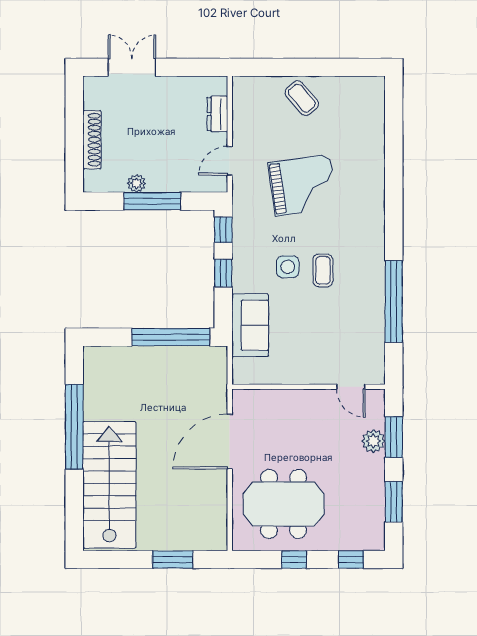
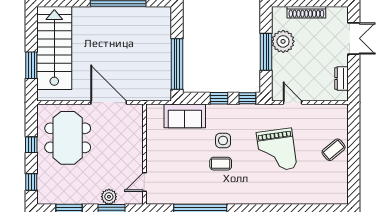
dresser: (217, 114) -> (341, 78), moved, turned -90
plant: (136, 183) -> (283, 41), width x1.88, depth x1.88
stairs: (109, 485) -> (54, 48), moved, turned -90

